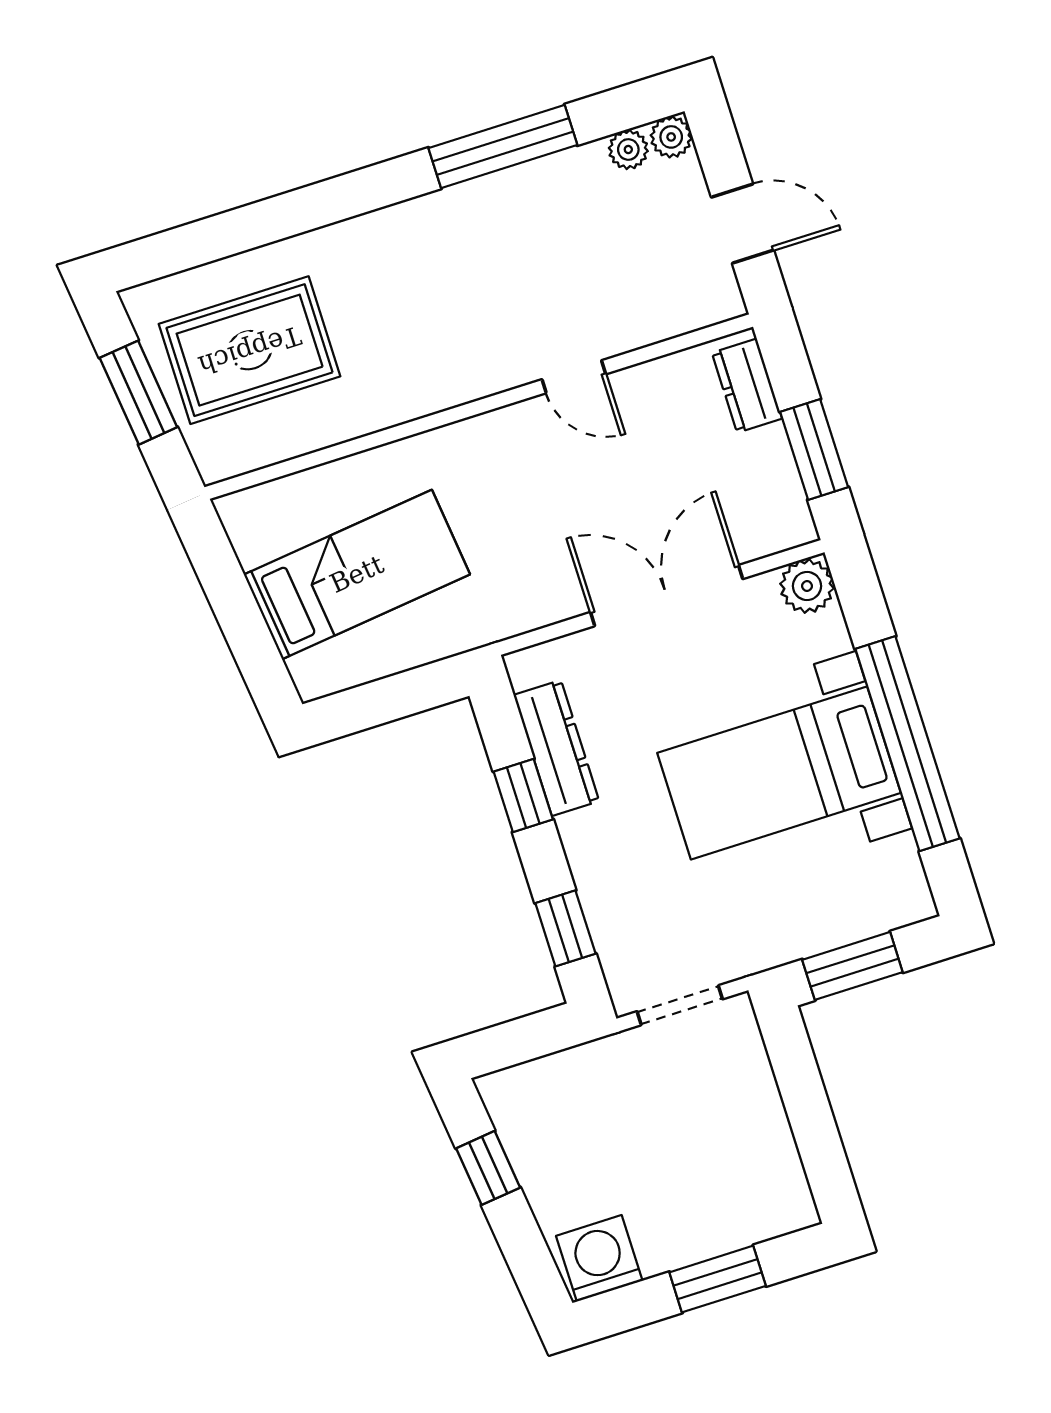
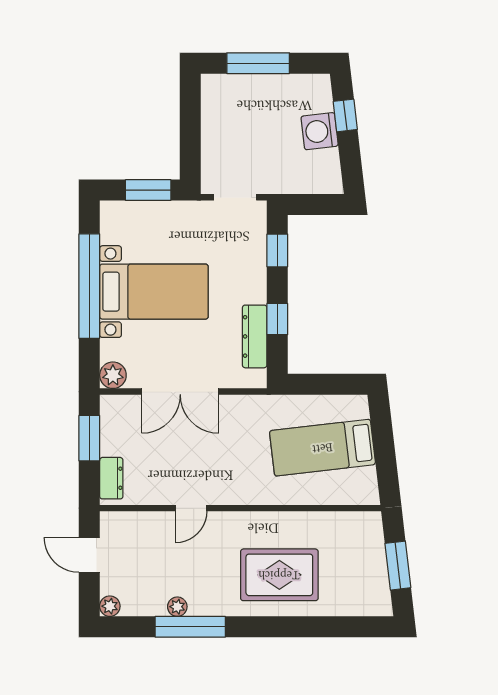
plant: (628, 149) -> (177, 607), moved
rug: (250, 350) -> (279, 575), moved
door: (574, 377) -> (191, 508), swing flipped
window: (488, 1168) -> (345, 115), moved
washing machine: (599, 1258) -> (320, 131), moved, turned 83
window: (718, 1279) -> (258, 63), width x1.44

